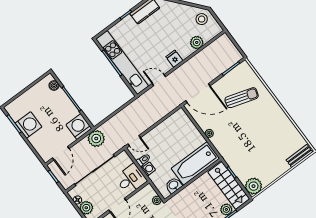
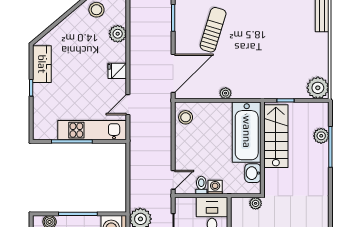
kitchen unit: (122, 63) -> (92, 130), width x0.73
stool: (177, 120) -> (186, 117), added
stairs: (229, 185) -> (276, 136), moved, turned -90

